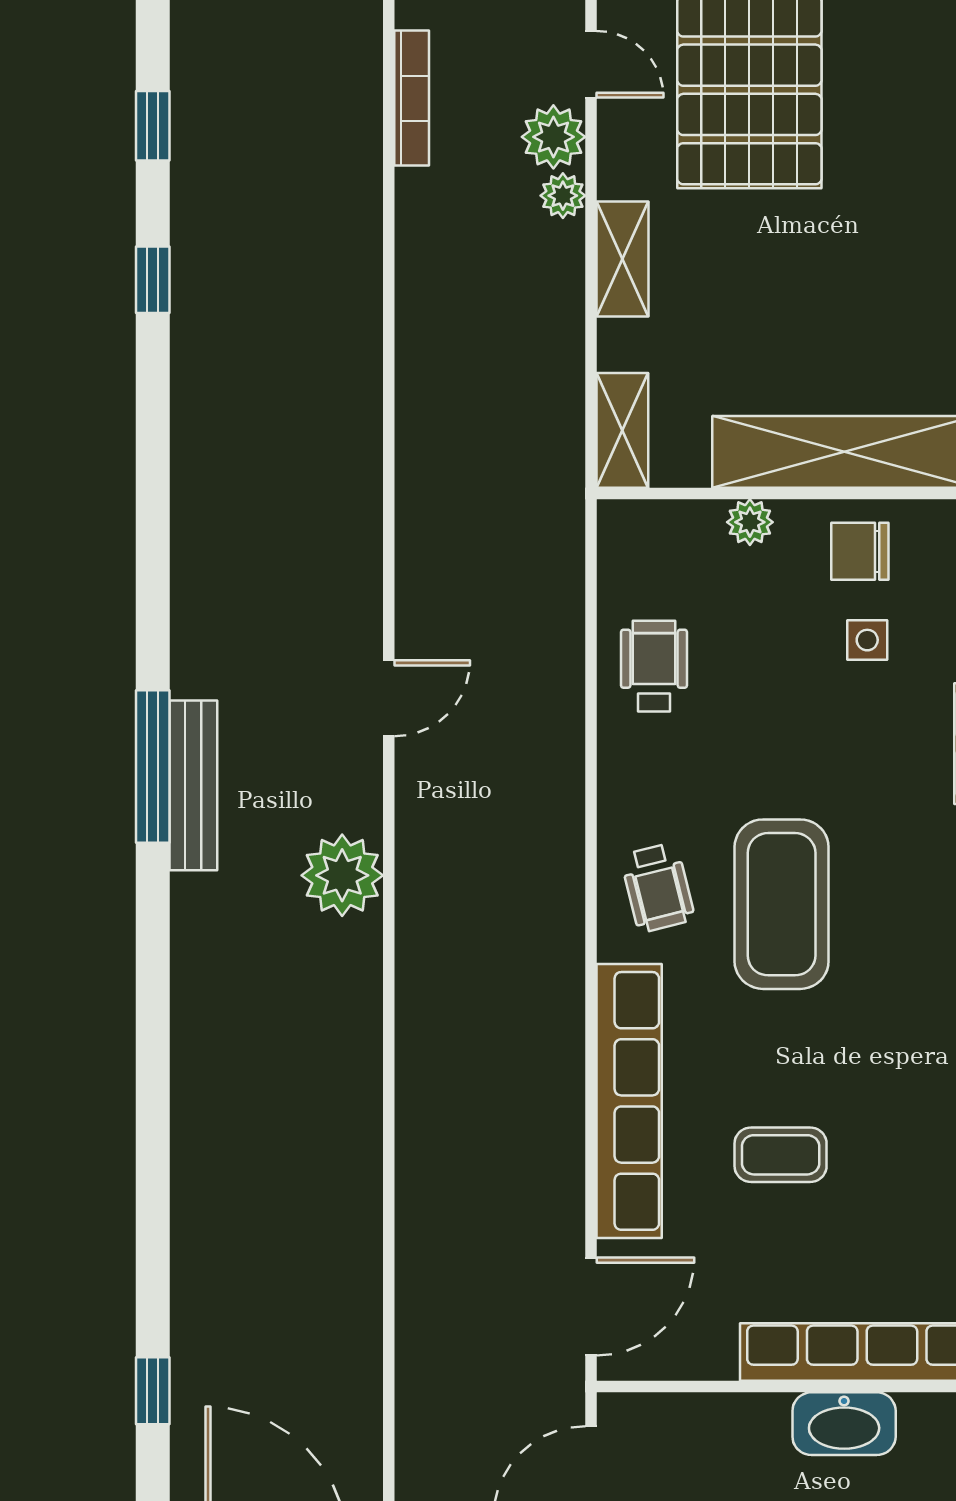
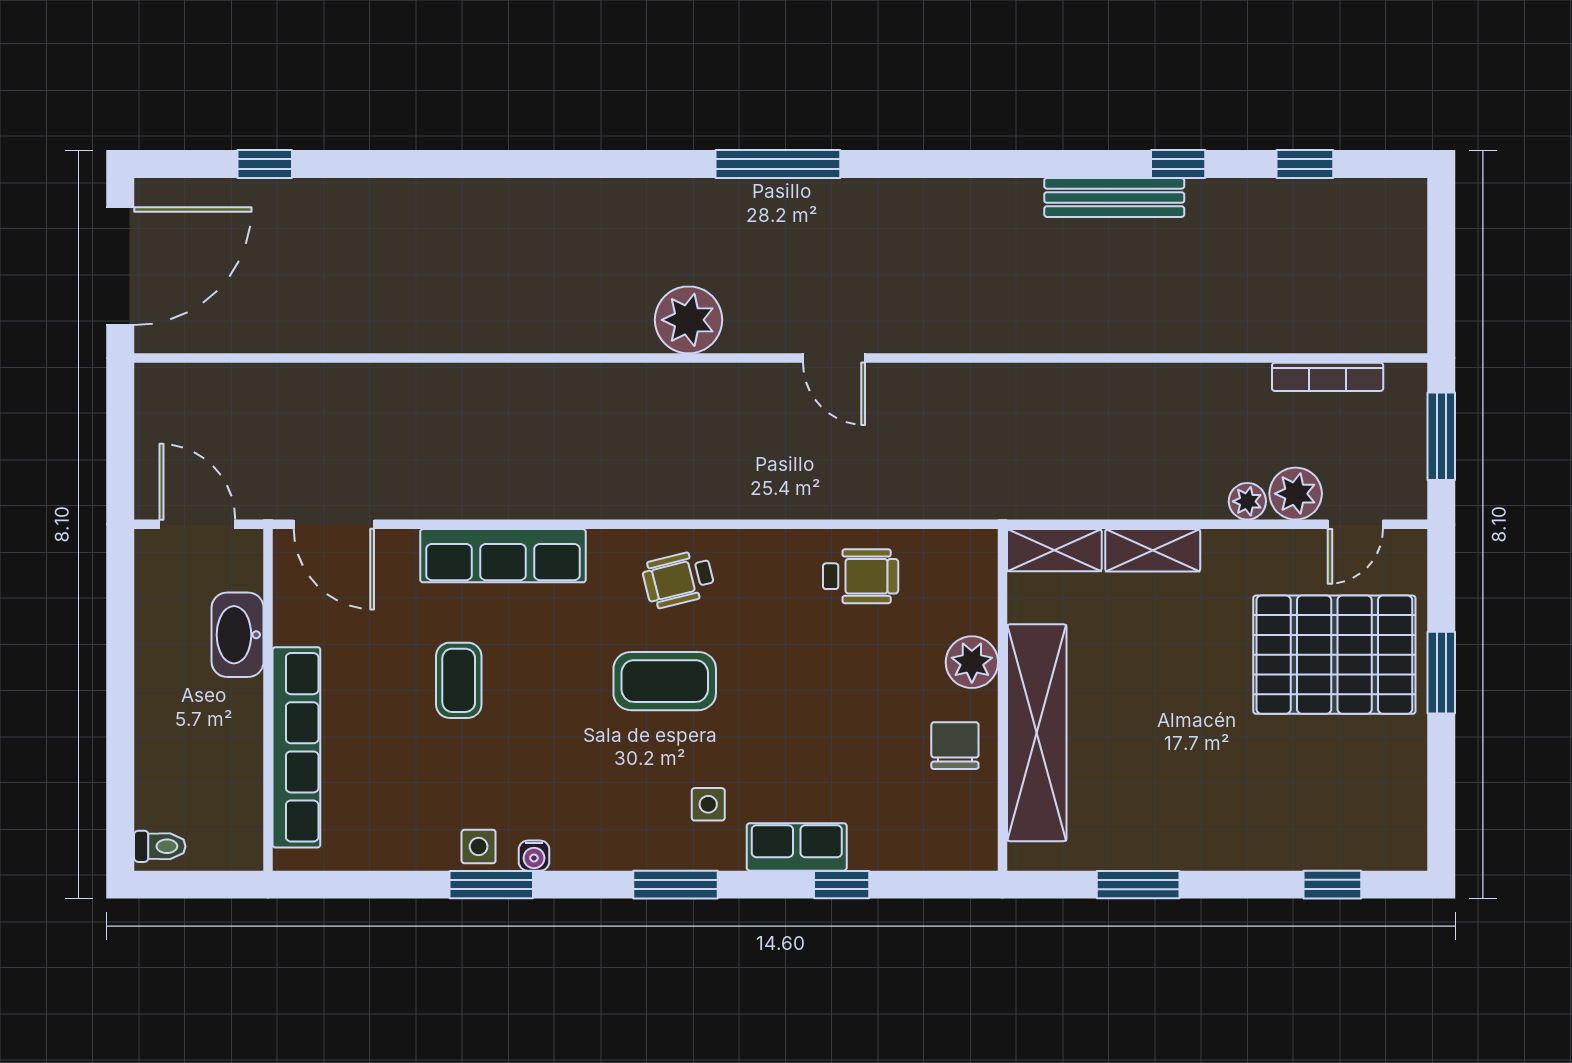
shelving: (622, 259) -> (1153, 550), moved
plant: (750, 522) -> (972, 662), width x1.38, depth x1.38
side table: (867, 640) -> (708, 804), moved
bench: (193, 785) -> (1114, 197), moved
coffee table: (782, 904) -> (665, 681), width x0.73, depth x0.76
row of seats: (629, 1101) -> (503, 556), width x0.73
washbasin: (844, 1424) -> (238, 635), moved

